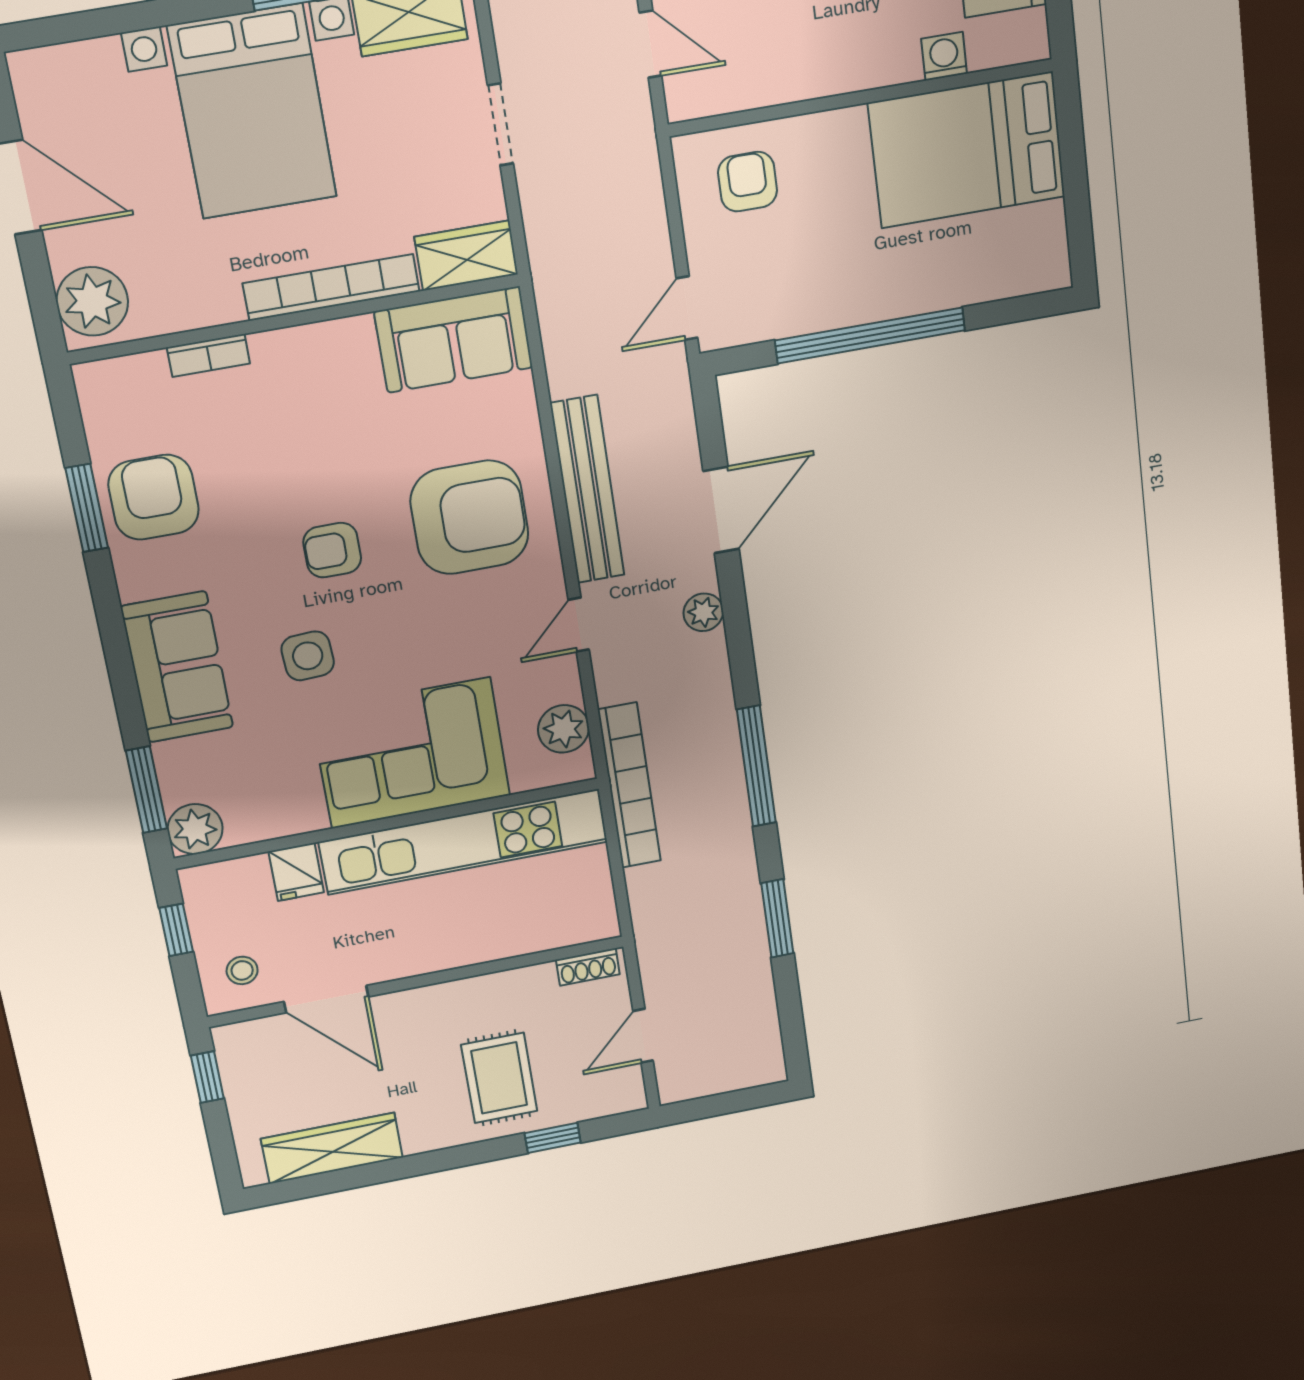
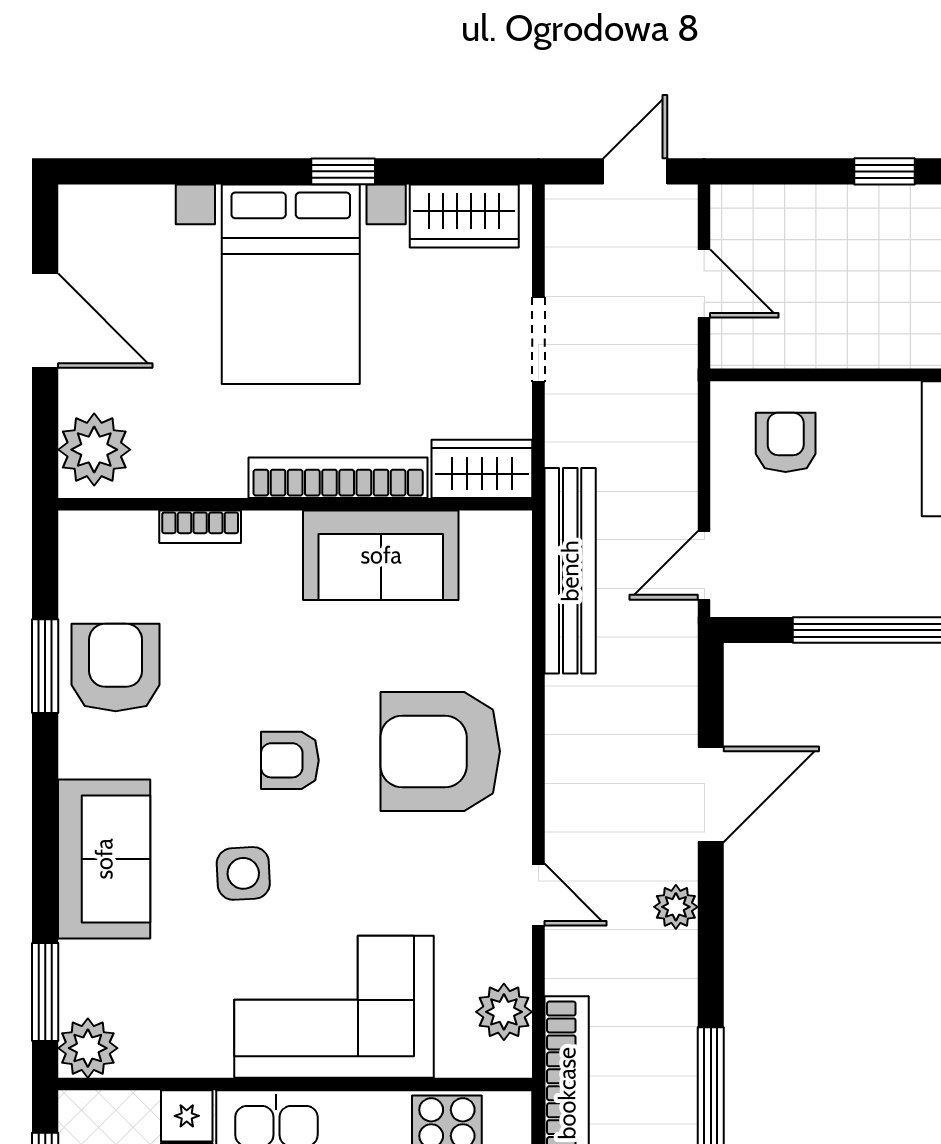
sofa: (454, 340) -> (381, 555), moved
bench: (587, 490) -> (570, 571), moved
armchair: (469, 517) -> (440, 751), turned 180
door: (579, 625) -> (538, 895), swing flipped

